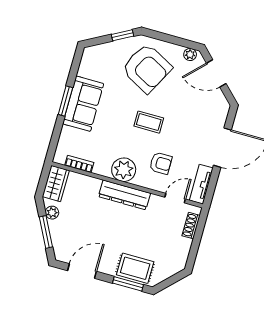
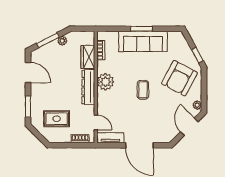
sofa: (83, 104) -> (143, 41), width x1.36
armchair: (161, 163) -> (117, 106), removed
wardrobe: (56, 184) -> (88, 57), moved, turned 90
rug: (135, 268) -> (57, 119), moved, turned 90

